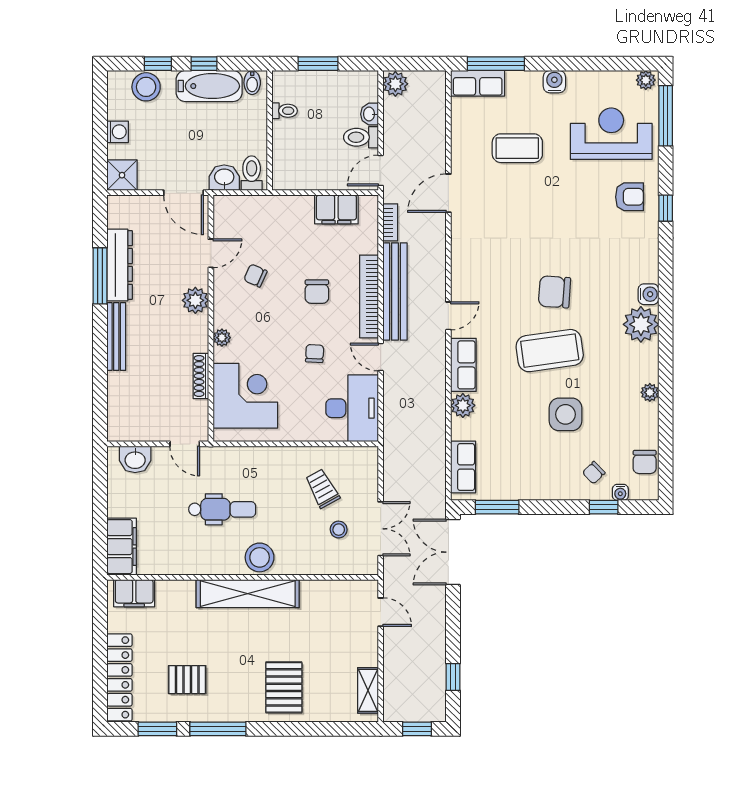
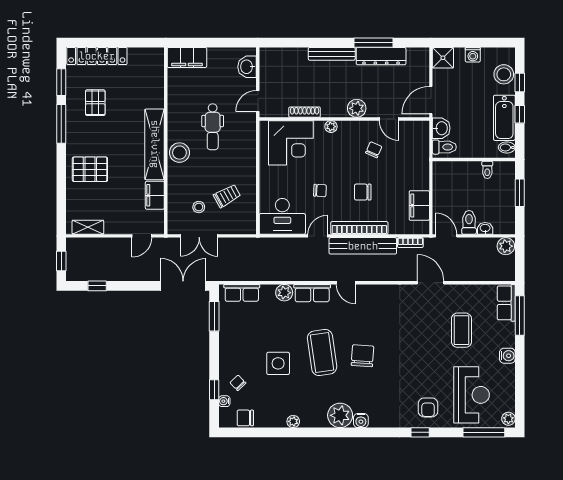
filing cabinet: (134, 593) -> (155, 195), moved

